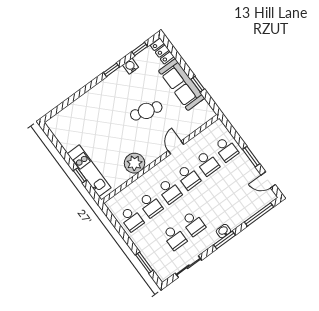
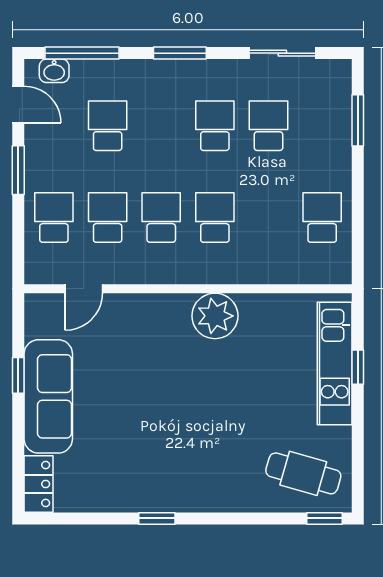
window: (140, 49) -> (324, 518), moved
water cooler: (131, 66) -> (117, 499), removed
cafe table: (146, 111) -> (303, 473), moved
door: (176, 148) -> (84, 289), moved
plant: (134, 163) -> (215, 316), moved
school desk: (150, 205) -> (108, 126), moved
washbasin: (223, 231) -> (54, 71), moved

